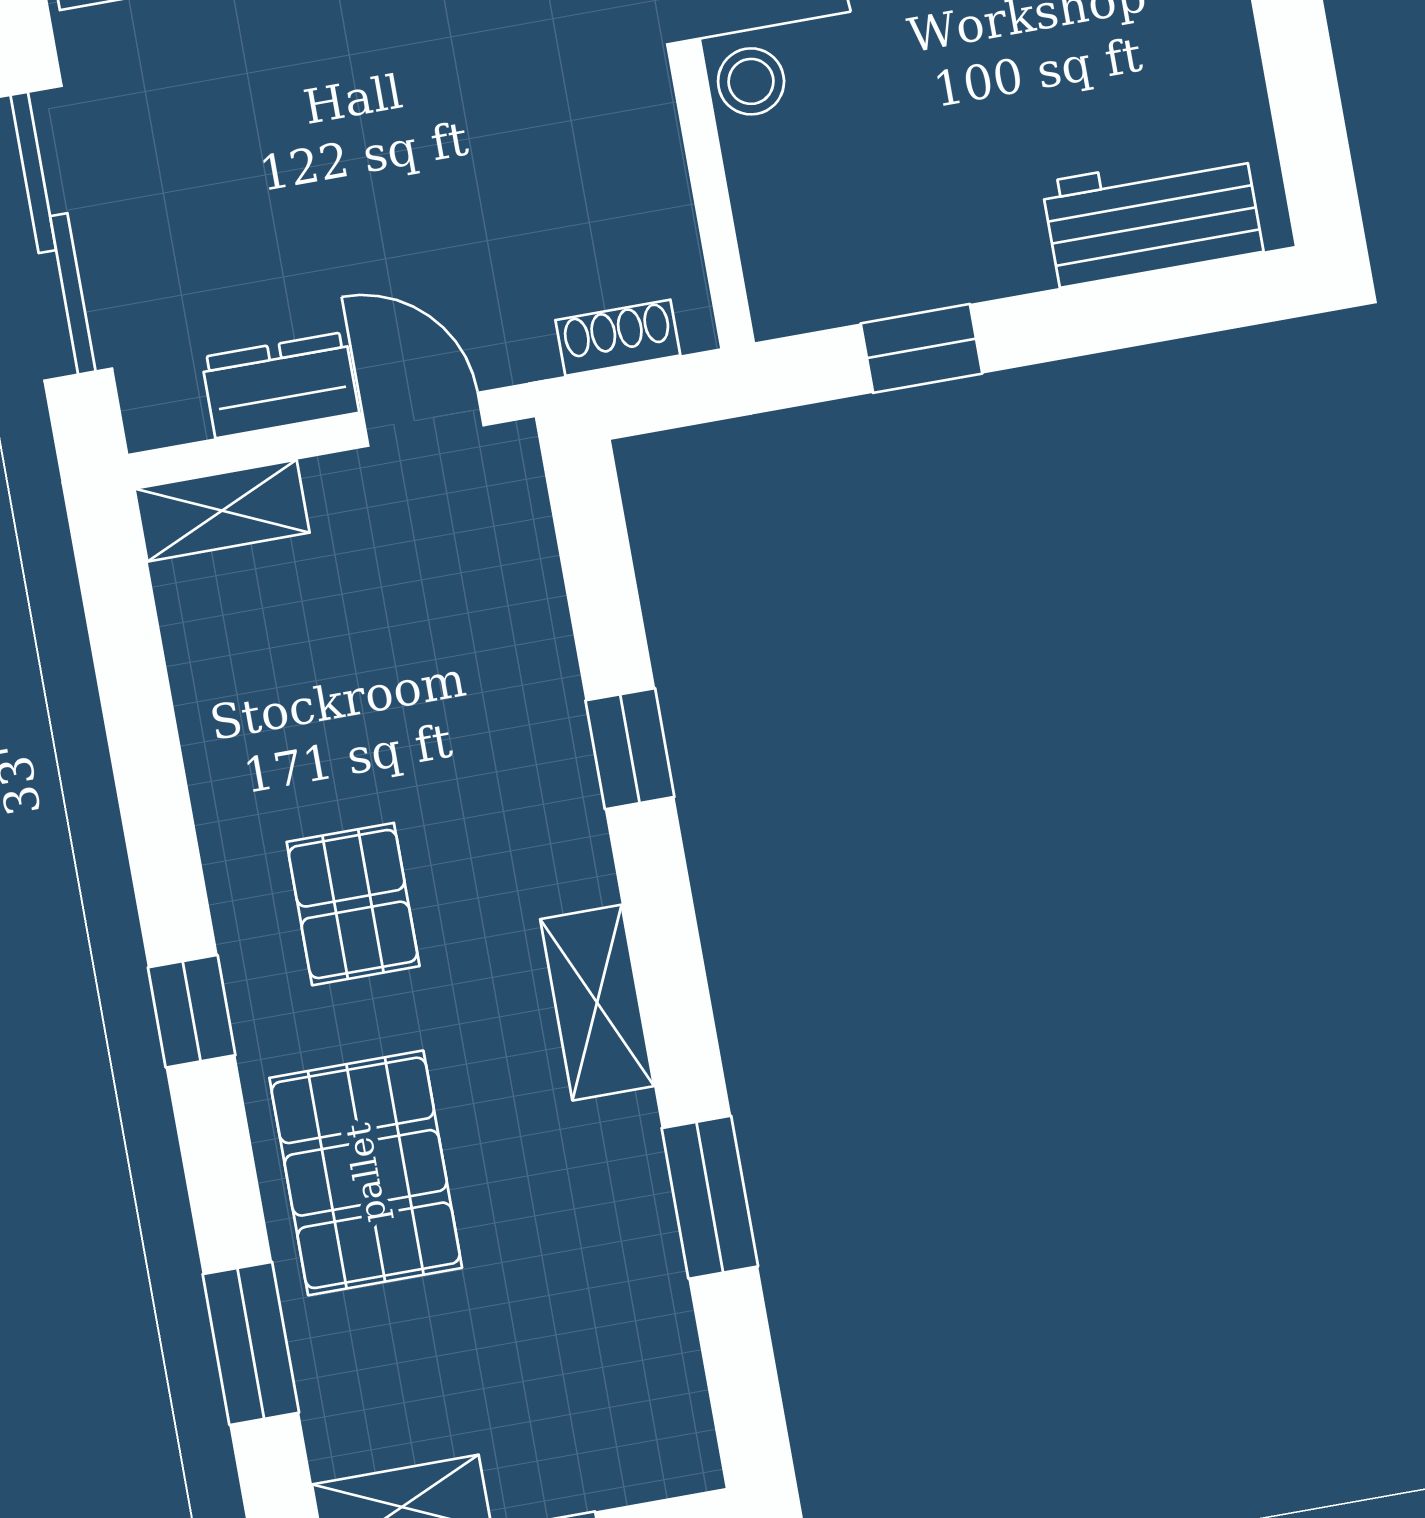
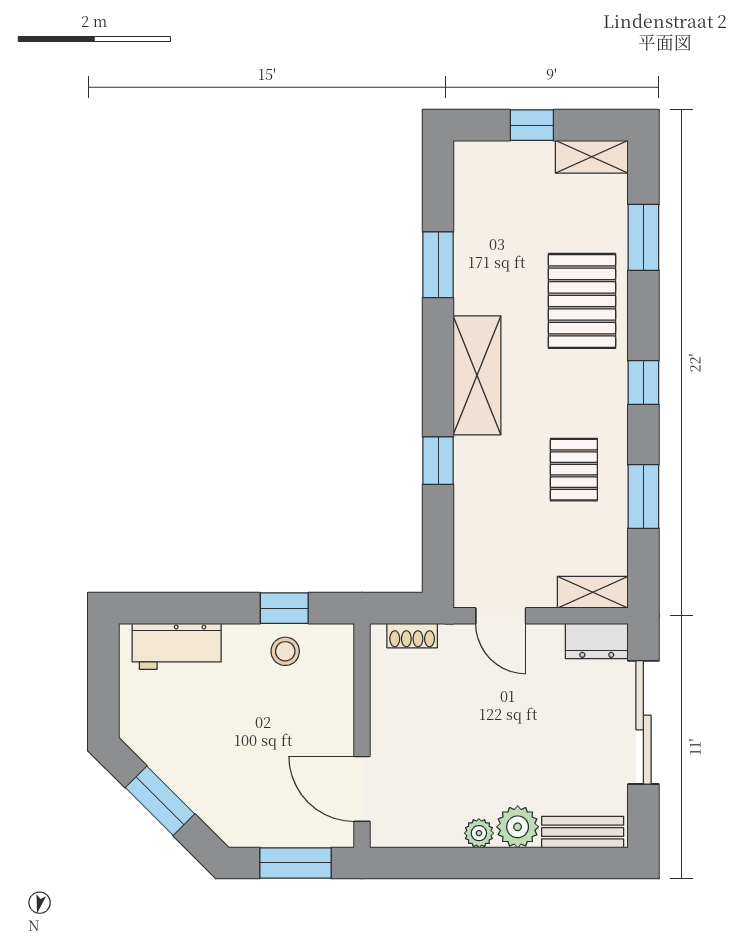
stool: (751, 81) -> (285, 651), moved
dresser: (280, 385) -> (597, 641), moved
window: (145, 750) -> (643, 497), added
pallet: (353, 904) -> (574, 470), moved
shelving: (597, 1003) -> (477, 375), width x1.50, depth x1.33

